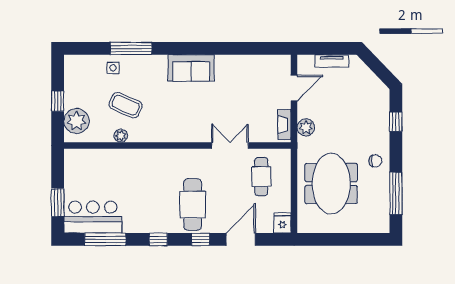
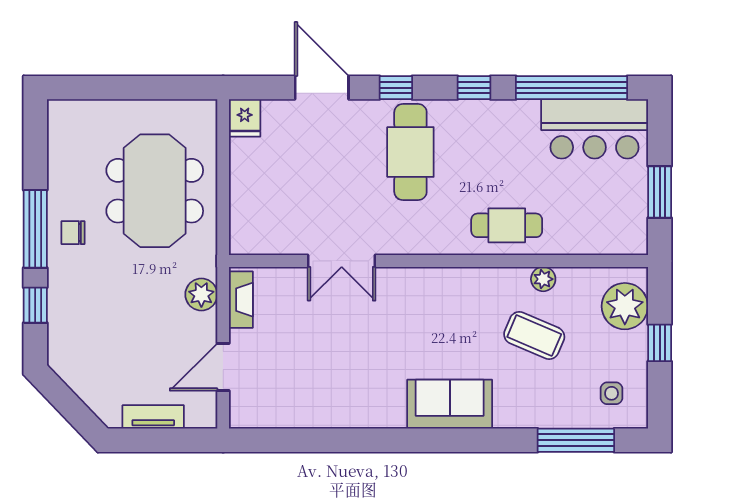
window: (131, 48) -> (576, 440), moved
side table: (113, 68) -> (612, 393), moved
sofa: (191, 68) -> (450, 404), moved
cafe table: (261, 177) -> (507, 225), moved, turned 90
window: (396, 193) -> (35, 229), moved
window: (58, 203) -> (660, 192), moved
window: (105, 239) -> (571, 88), width x1.46
door: (241, 239) -> (322, 88), swing flipped

